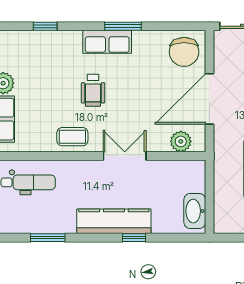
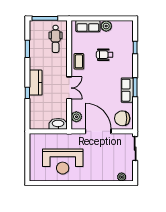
row of seats: (107, 42) -> (127, 90), moved
wheelchair: (93, 90) -> (105, 55), moved
washbasin: (195, 211) -> (58, 124), moved
kitchen counter: (114, 221) -> (36, 83), width x0.67

